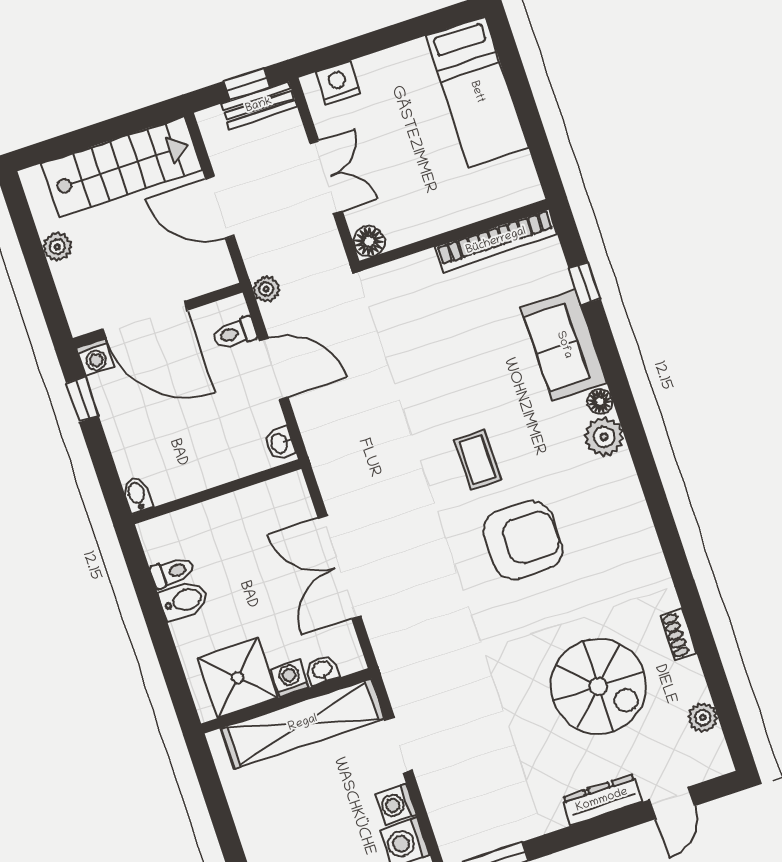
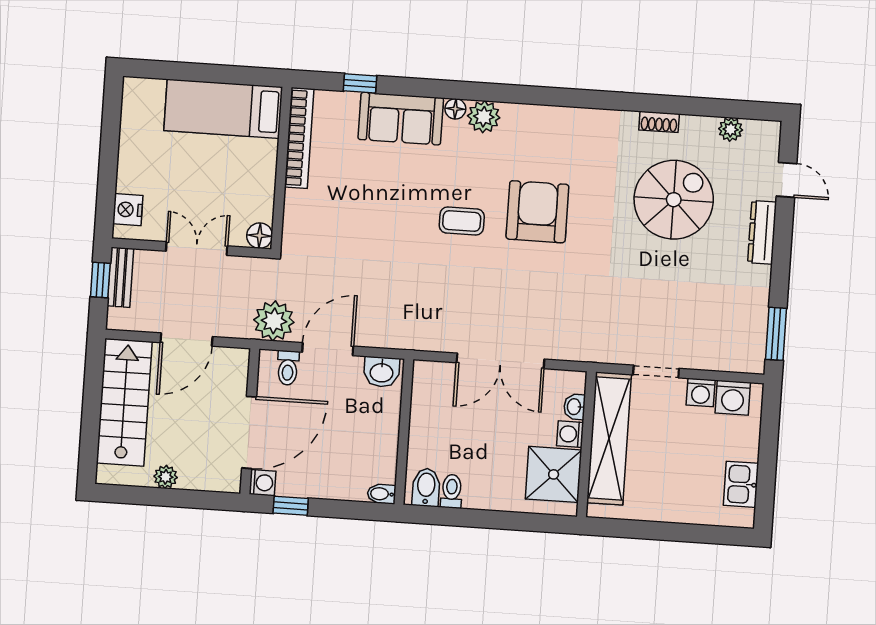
bed: (477, 92) -> (223, 109), moved, turned 180
plant: (266, 289) -> (274, 321), width x1.88, depth x1.88
washbasin: (280, 443) -> (382, 372), width x1.38, depth x1.45
bidet: (184, 601) -> (426, 487), moved

